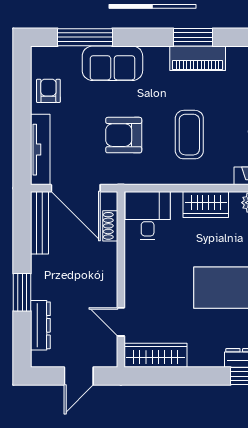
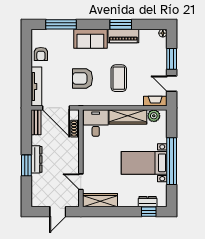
sofa: (112, 63) -> (90, 39), moved
armchair: (48, 91) -> (41, 54), turned 180
wardrobe: (206, 205) -> (128, 117), width x1.50
bench: (39, 223) -> (36, 122), width x0.73
dresser: (40, 325) -> (36, 159), moved

